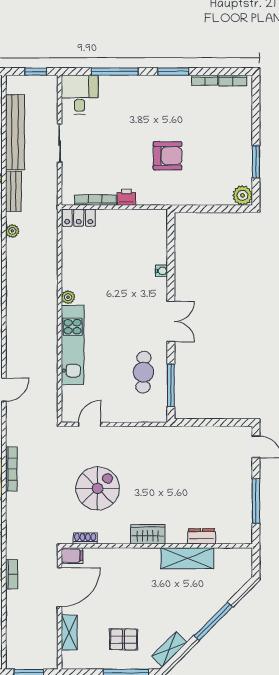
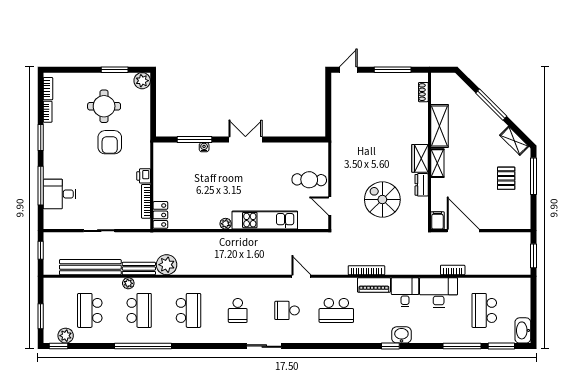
desk: (80, 95) -> (60, 194), moved
round table: (211, 149) -> (104, 106), added
armchair: (168, 156) -> (110, 142), turned 180
plant: (12, 231) -> (167, 265), width x1.87, depth x1.87
cafe table: (143, 372) -> (309, 180), moved
window: (171, 385) -> (195, 140), moved
dresser: (202, 536) -> (422, 185), moved
shoe rack: (85, 538) -> (423, 92), moved
shelving: (69, 632) -> (437, 163), moved, turned 90

